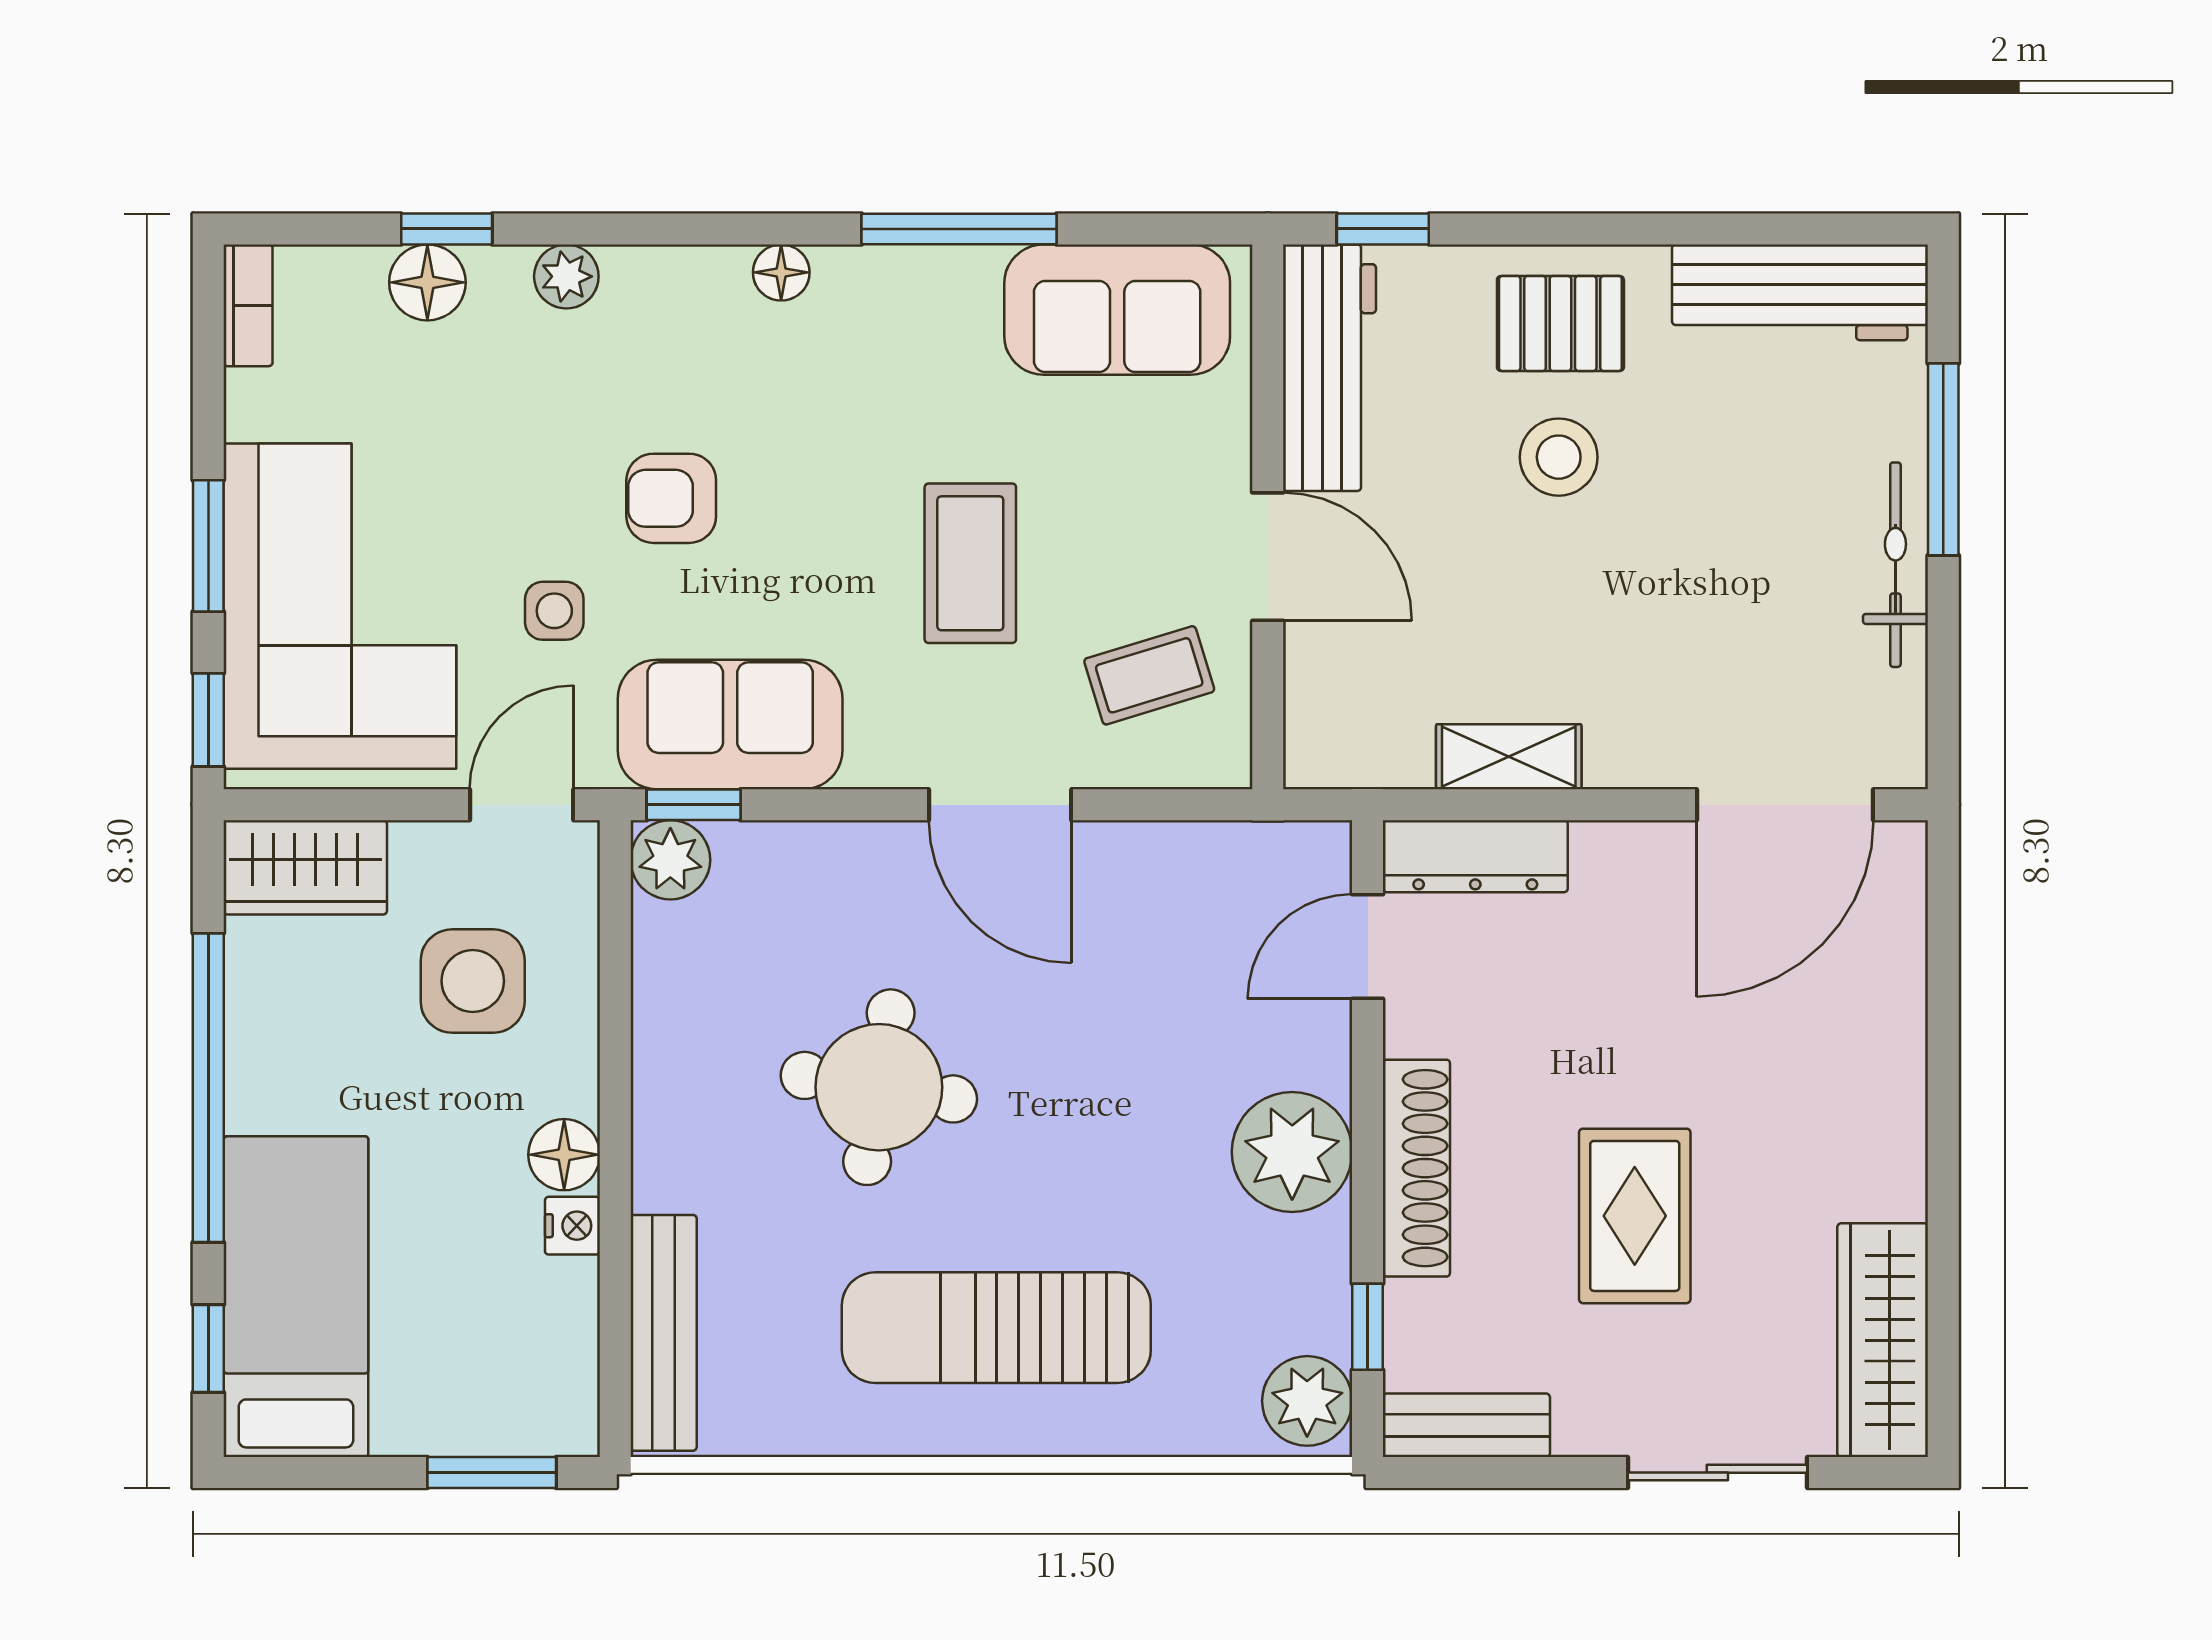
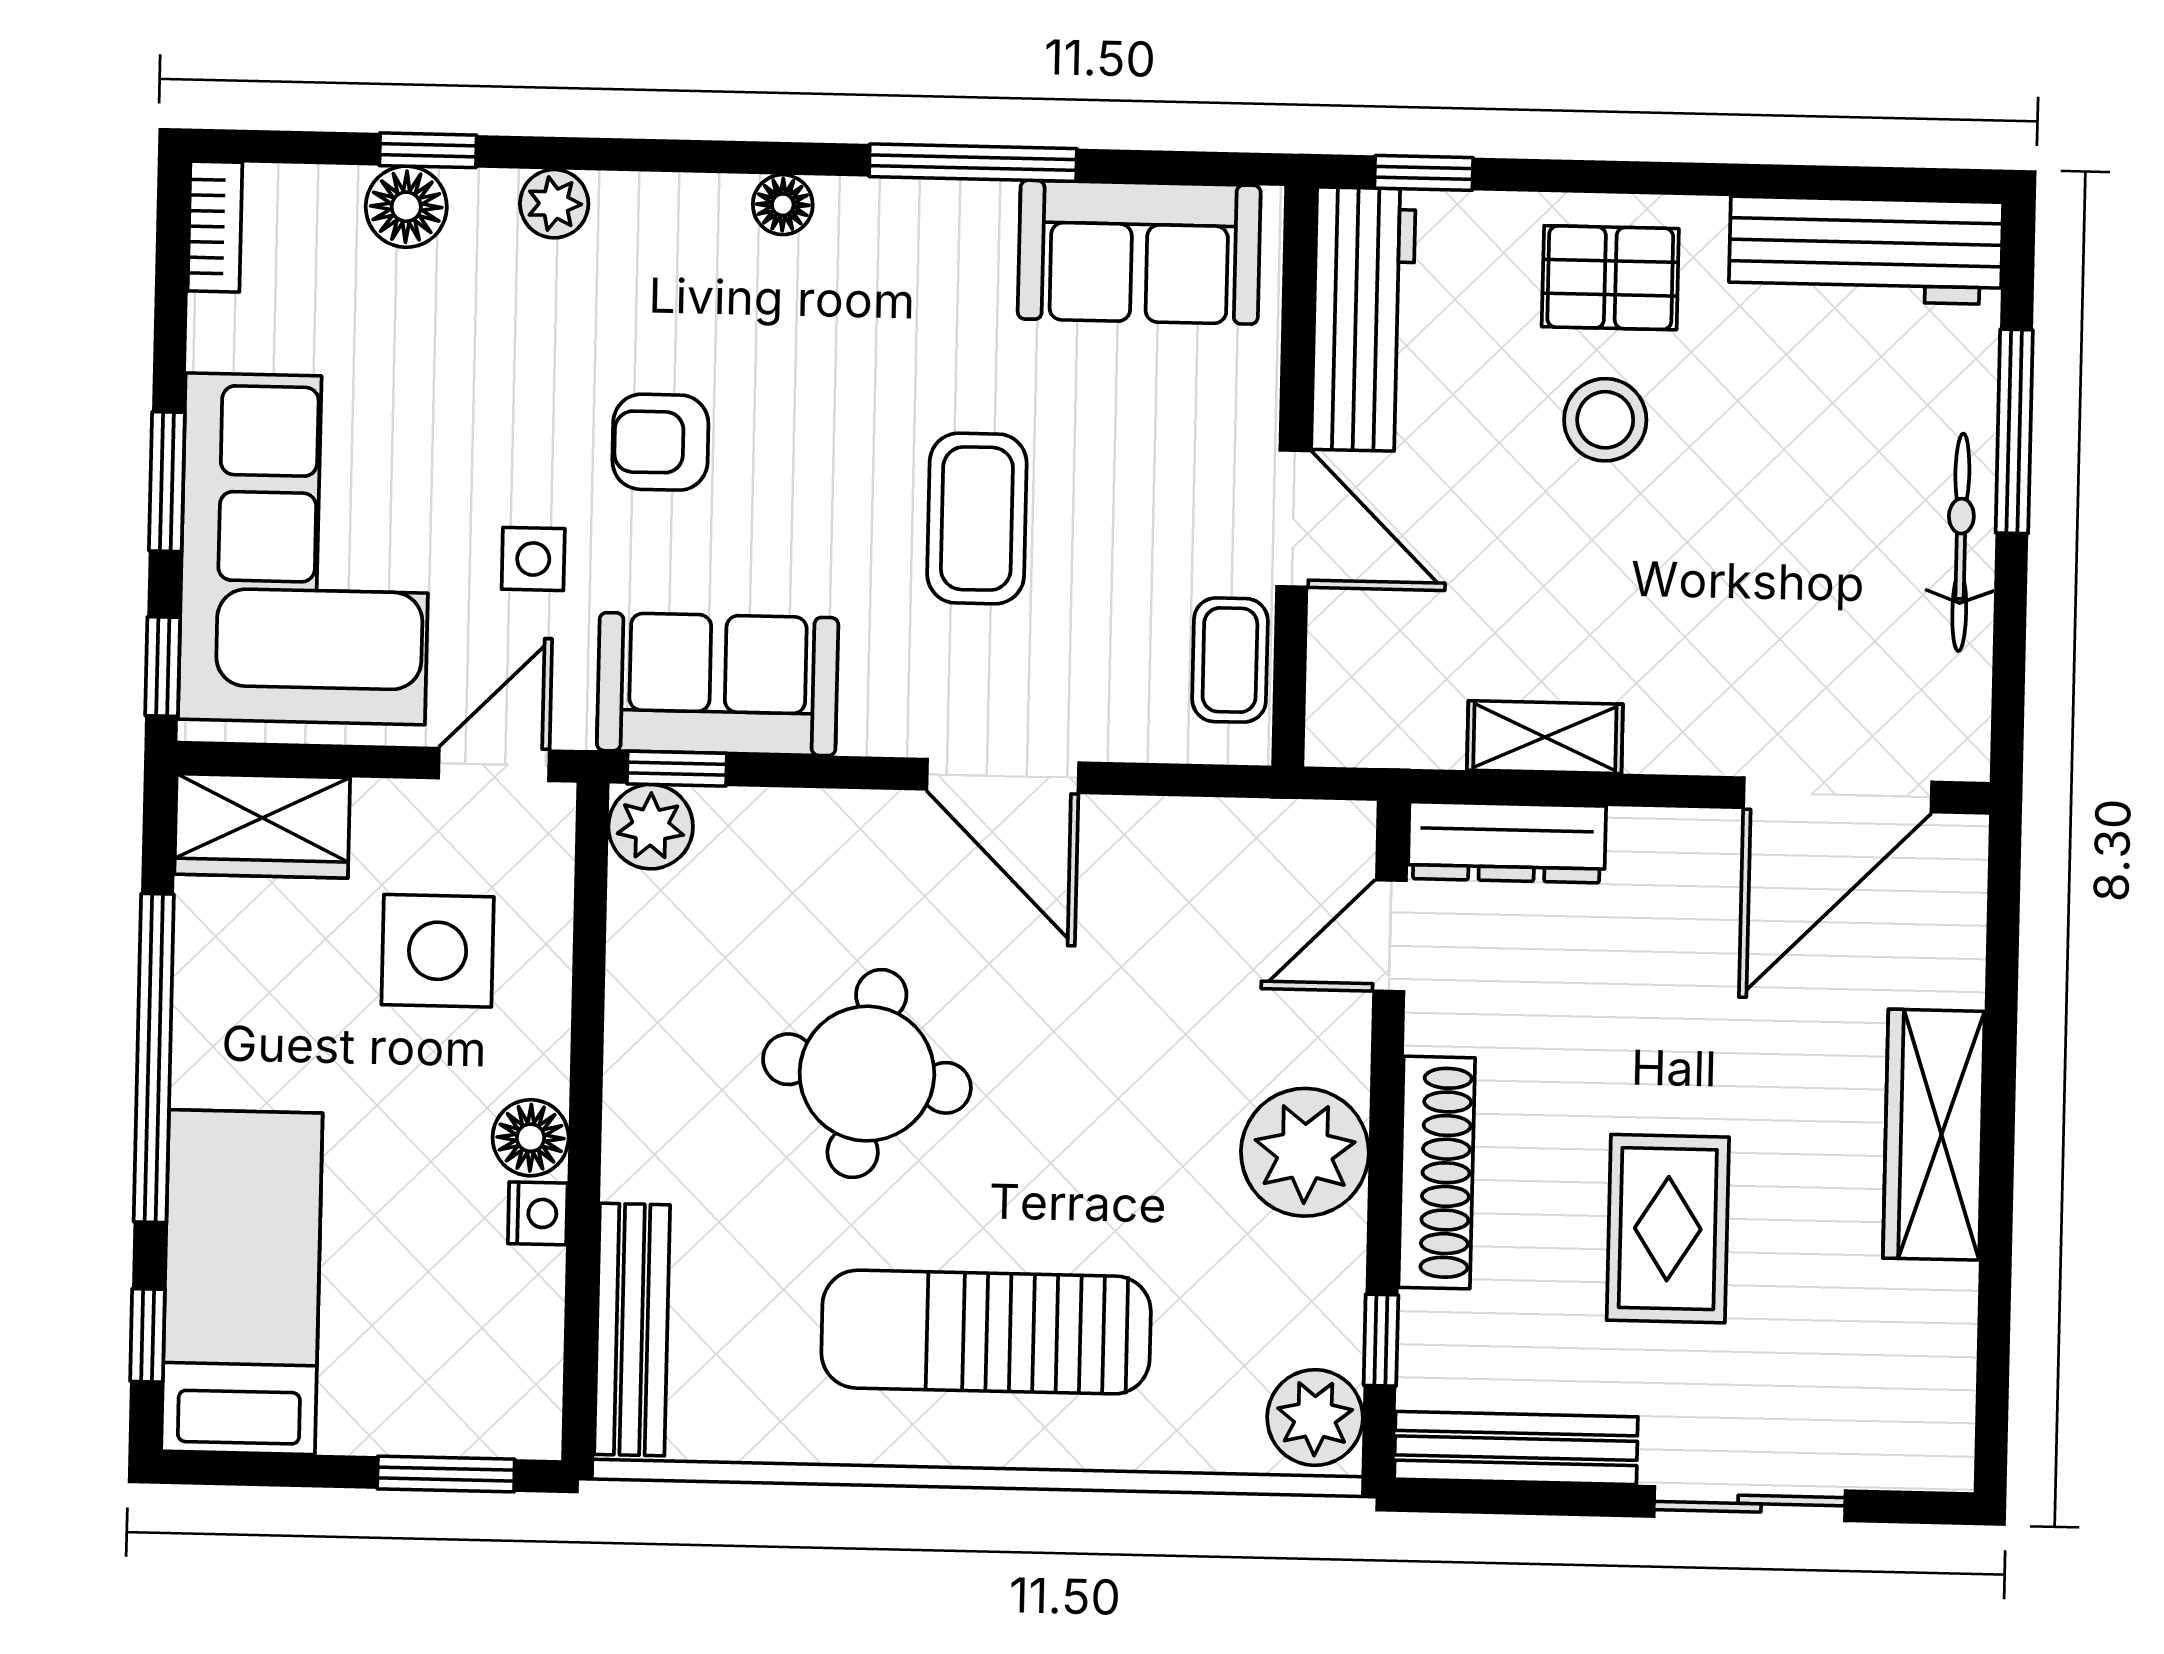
coffee table: (1149, 675) -> (1230, 660), moved, turned -73
wardrobe: (1883, 1340) -> (1934, 1135), moved
bench: (1466, 1425) -> (1516, 1448), width x1.36

